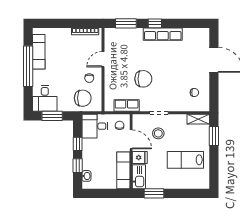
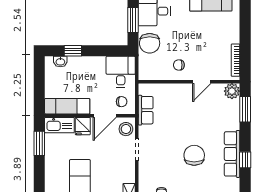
window: (155, 23) -> (245, 160), moved
plant: (111, 34) -> (232, 91), added
door: (103, 59) -> (202, 82), swing flipped
chair: (143, 79) -> (194, 155), moved, turned 180
chair: (83, 98) -> (150, 43), moved
stool: (158, 133) -> (126, 129), moved
window: (78, 144) -> (99, 51), removed

